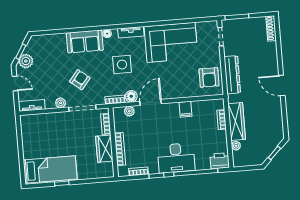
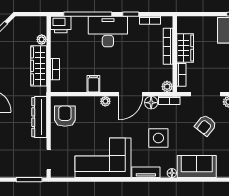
plant: (173, 94) -> (105, 101), added
plant: (129, 111) -> (167, 87), moved

